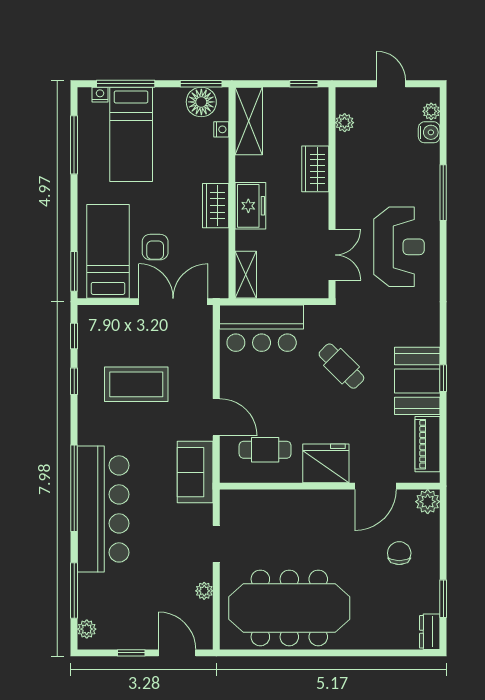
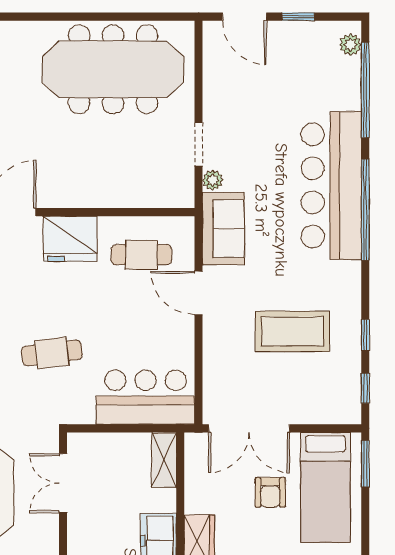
armchair: (155, 247) -> (270, 492), turned 180
cafe table: (341, 366) -> (52, 353), turned -52
window: (74, 590) -> (365, 90), width x1.46
plant: (204, 591) -> (213, 180), moved

